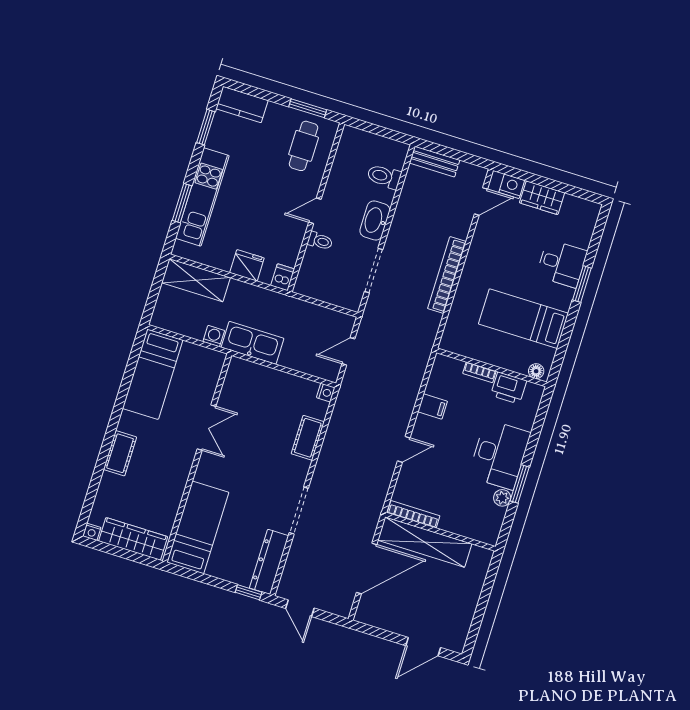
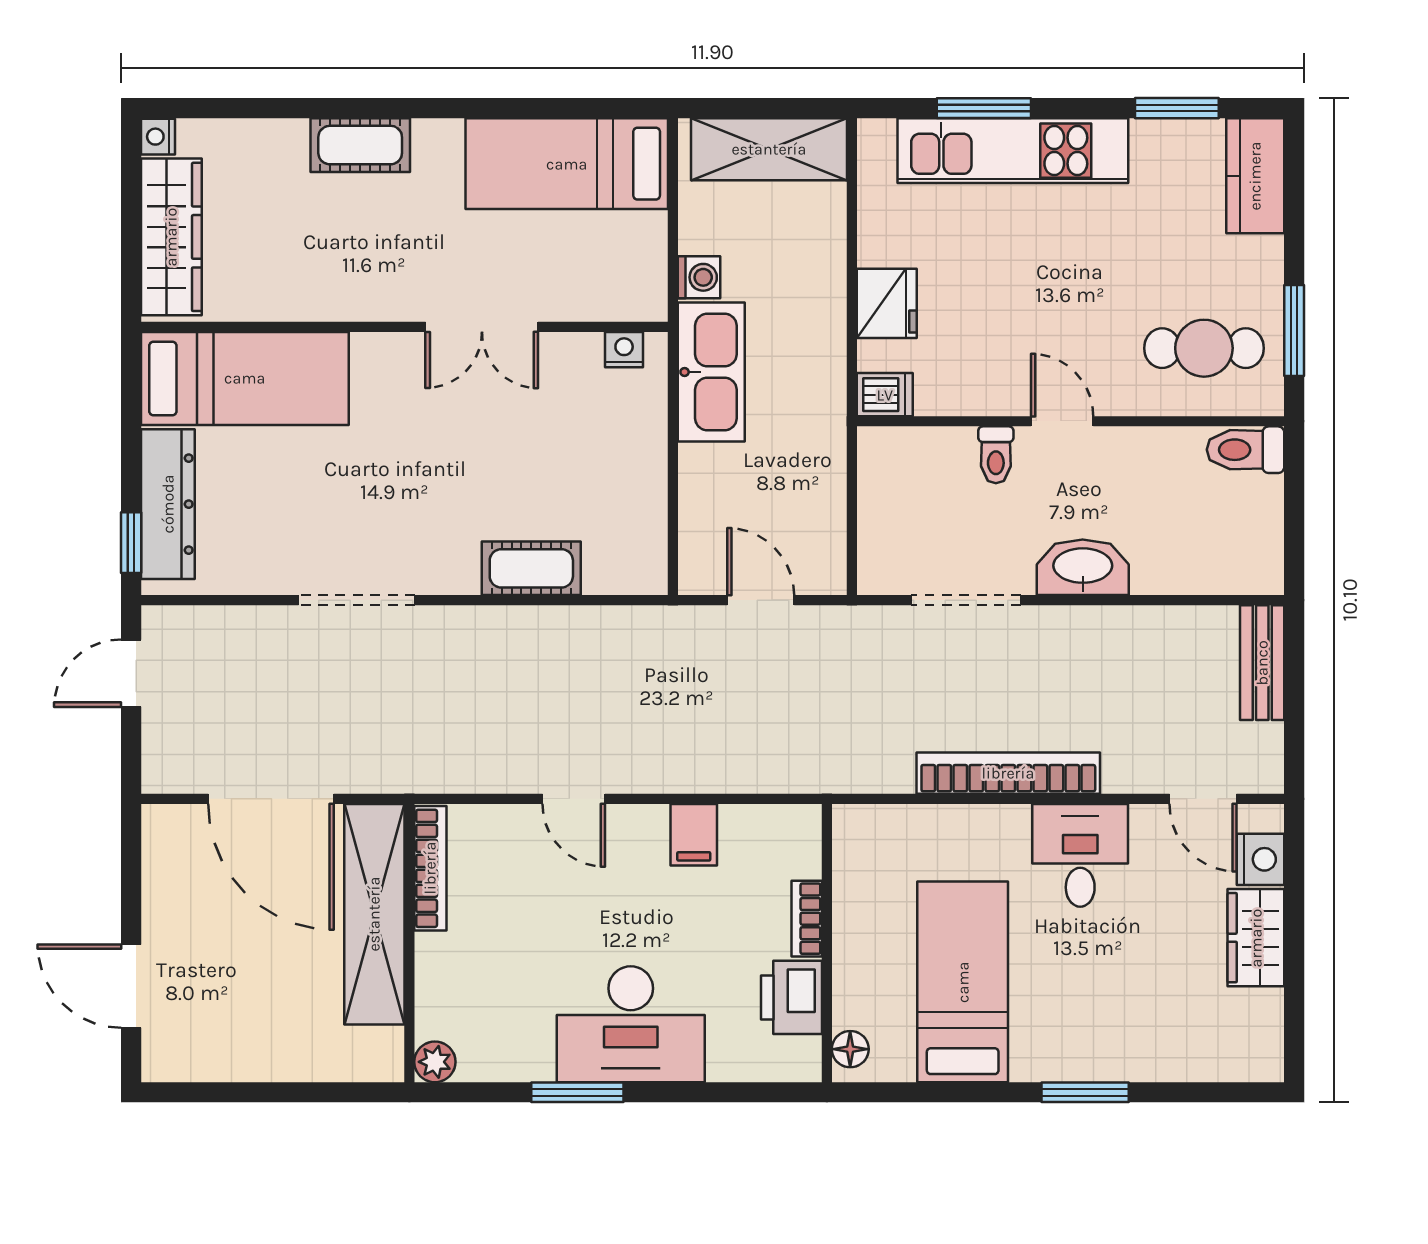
toilet: (384, 176) -> (1246, 450), moved, turned -90
desk: (562, 264) -> (1080, 855), moved, turned 180
shelving: (196, 280) -> (769, 149), moved, turned 90
nightstand: (326, 393) -> (624, 350), moved, turned 180
plant: (502, 498) -> (435, 1062), moved
dresser: (269, 562) -> (168, 504), moved, turned 90

